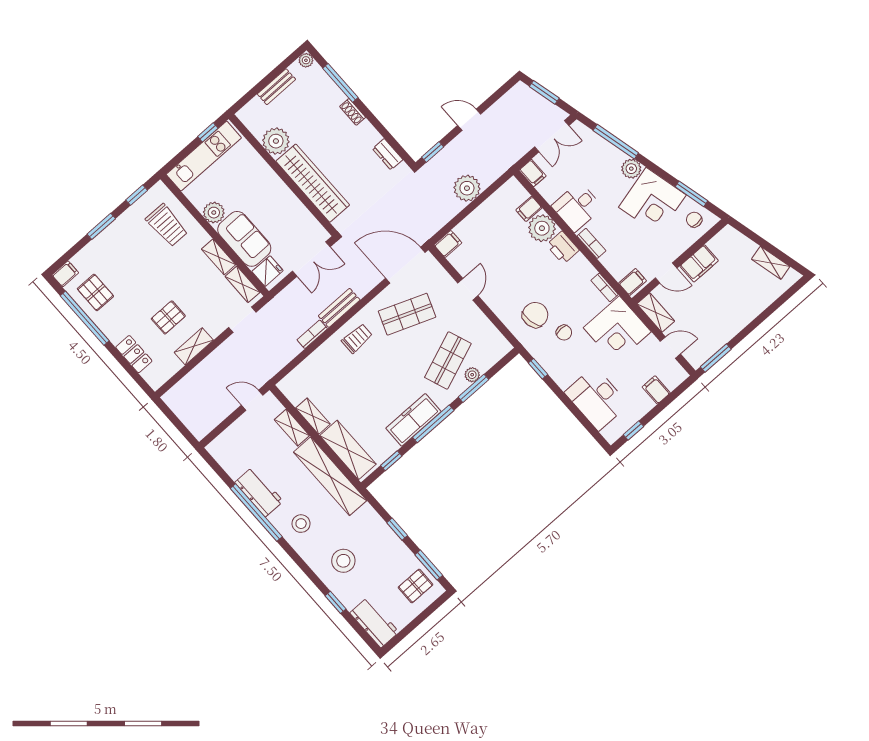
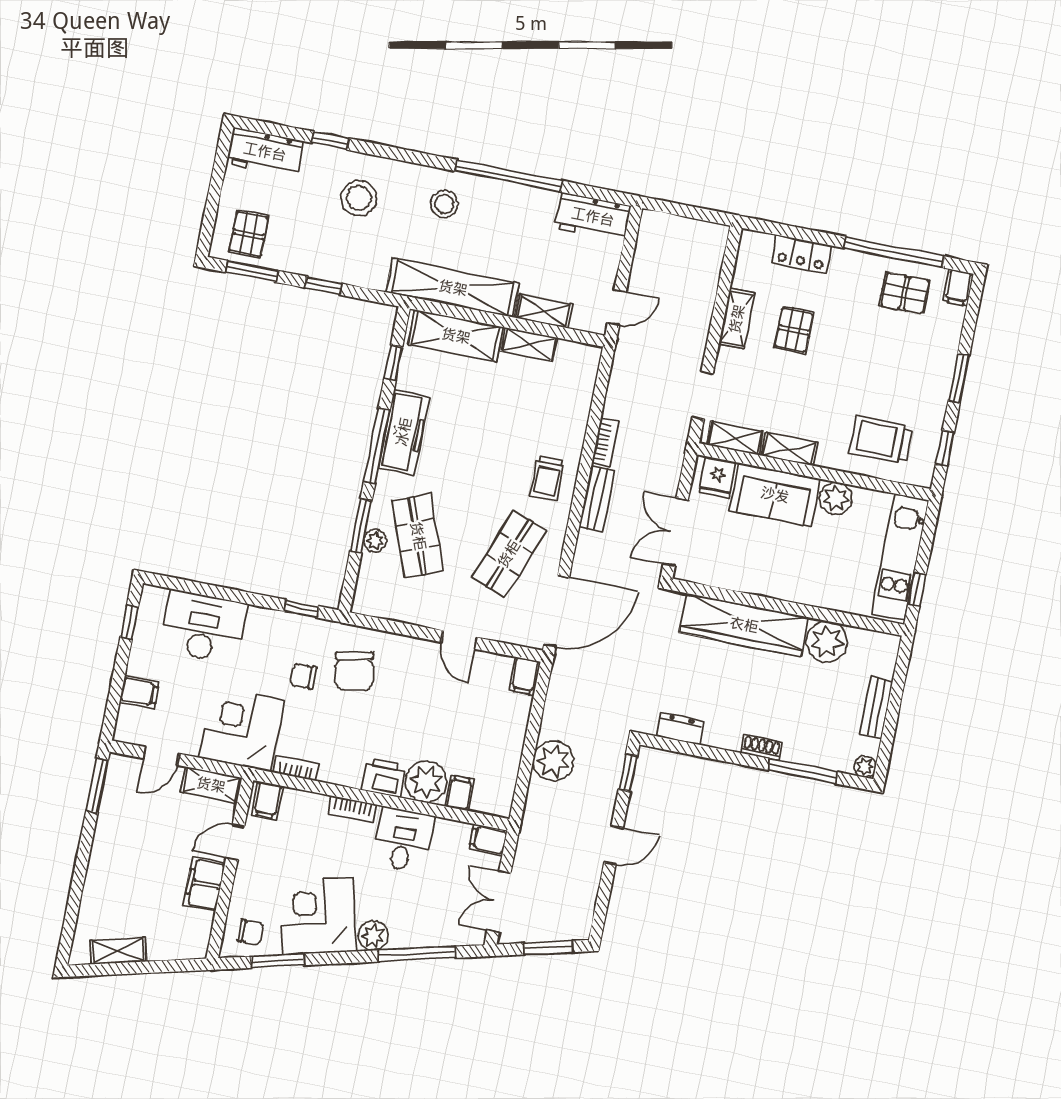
workbench: (259, 492) -> (593, 217), moved

